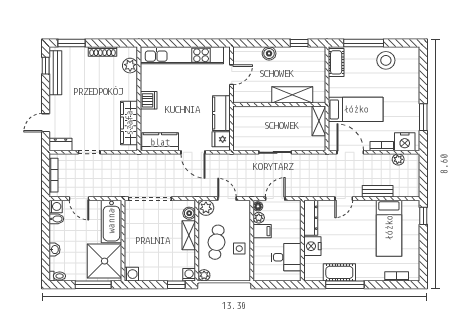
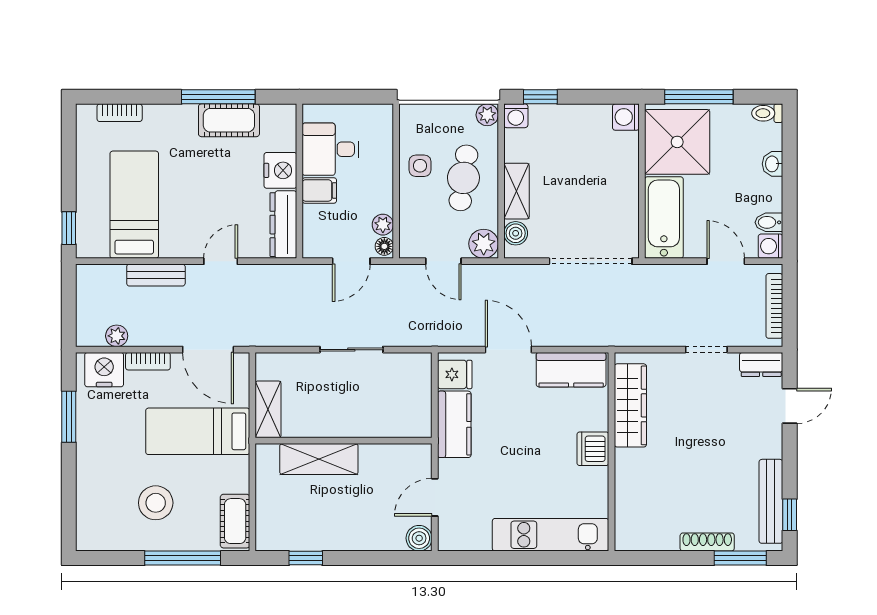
shoe rack: (102, 51) -> (707, 542), moved
boiler: (269, 53) -> (419, 538), moved
kitchen unit: (182, 55) -> (551, 535), width x0.73
stool: (386, 60) -> (156, 503), moved
plant: (130, 66) -> (628, 515), removed
filing cabinet: (262, 231) -> (319, 190), moved, turned 180

